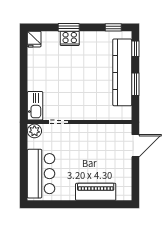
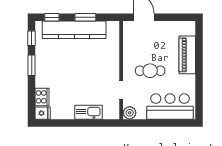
window: (69, 27) -> (32, 65), moved
cooker: (70, 38) -> (42, 97), moved
kitchen sink: (35, 106) -> (88, 112), moved
cafe table: (79, 153) -> (150, 71), added

